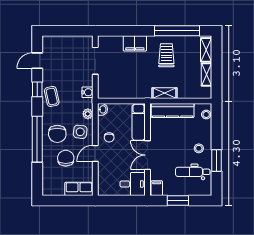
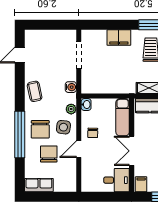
window: (37, 89) -> (20, 84), removed
row of seats: (79, 189) -> (39, 185), moved

